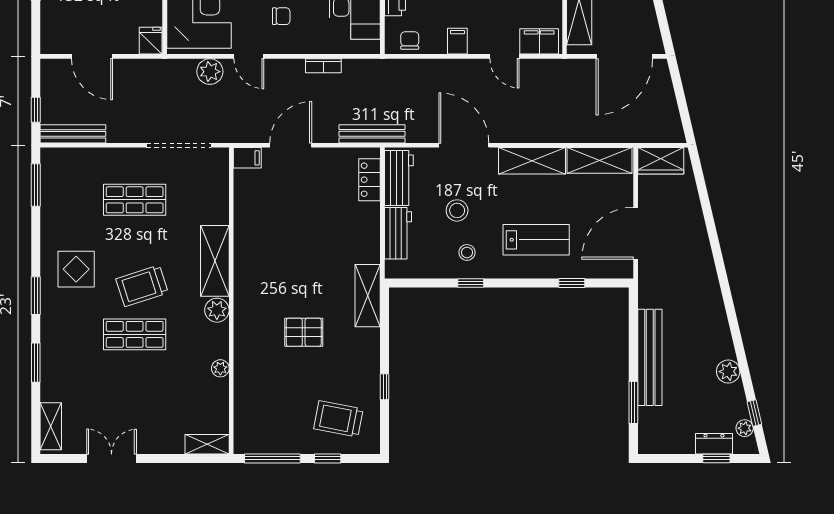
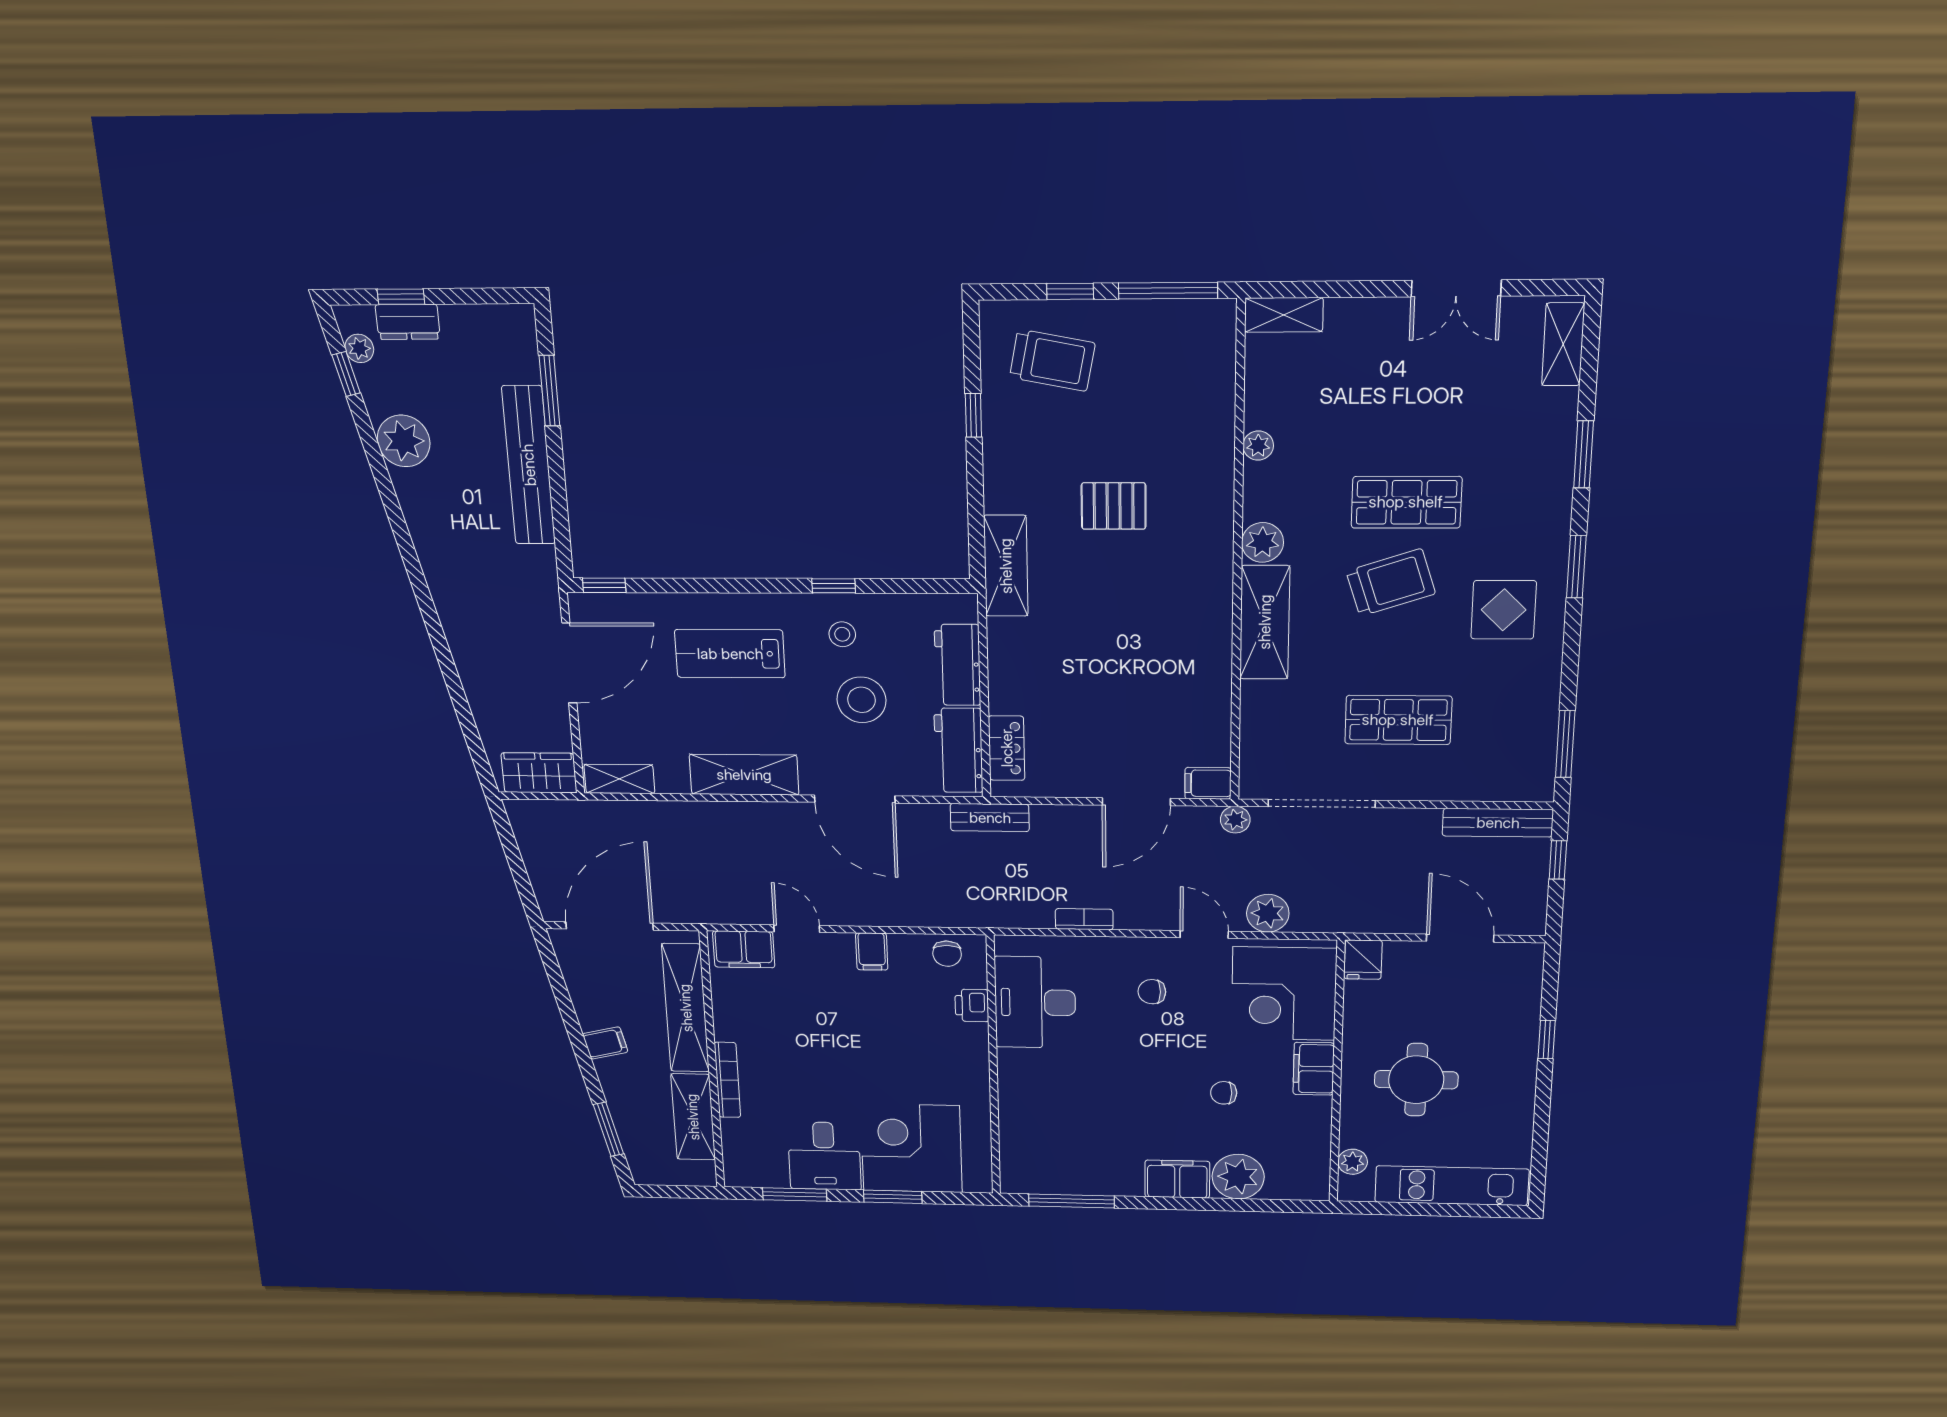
plant: (231, 134) -> (1235, 820), added
bench: (372, 134) -> (990, 818), width x0.73
shelving: (600, 160) -> (619, 779), width x0.67, depth x0.75
stool: (457, 210) -> (861, 700), width x1.38, depth x1.38
window: (572, 283) -> (604, 585), moved
plant: (728, 371) -> (404, 441), width x1.36, depth x1.36

